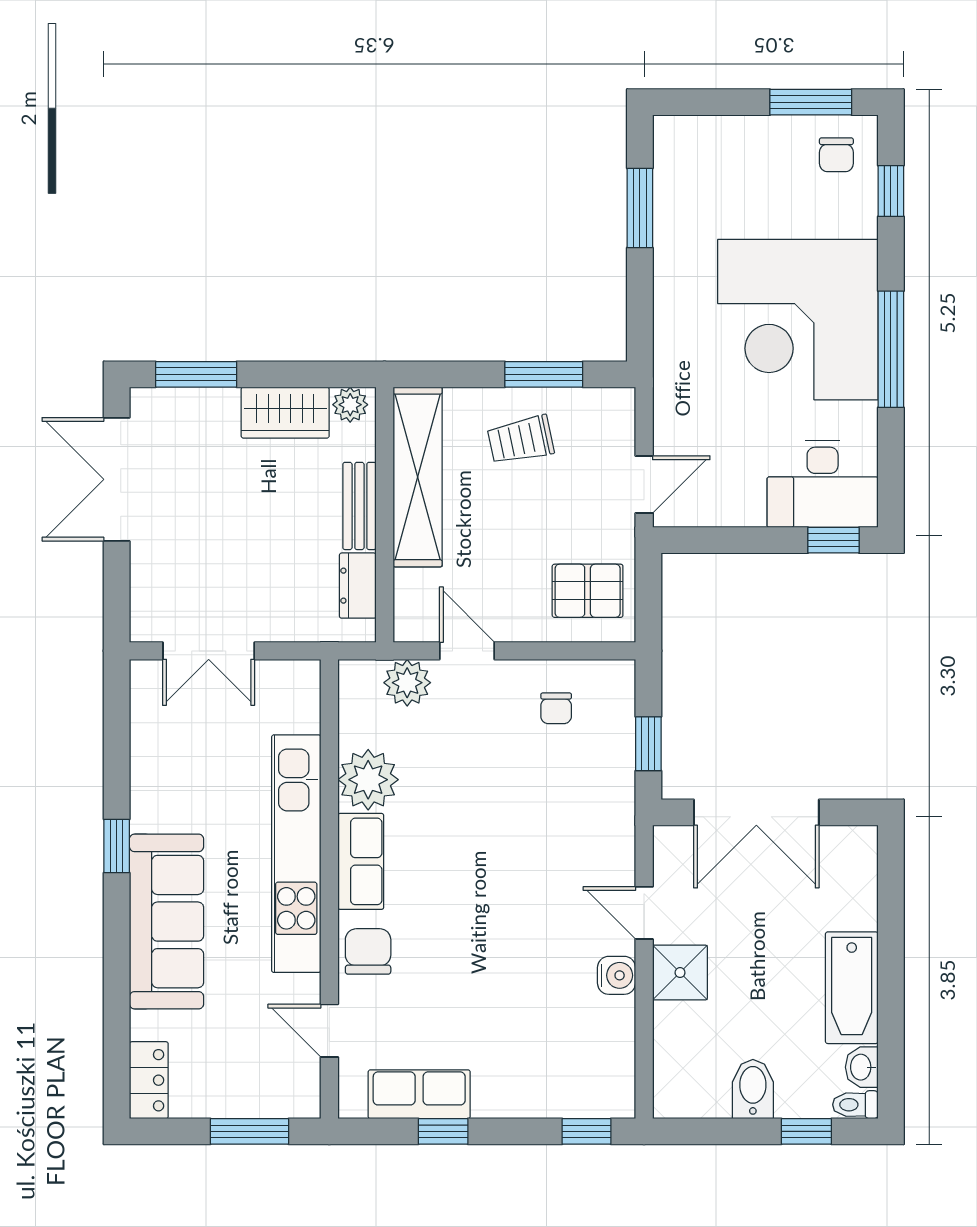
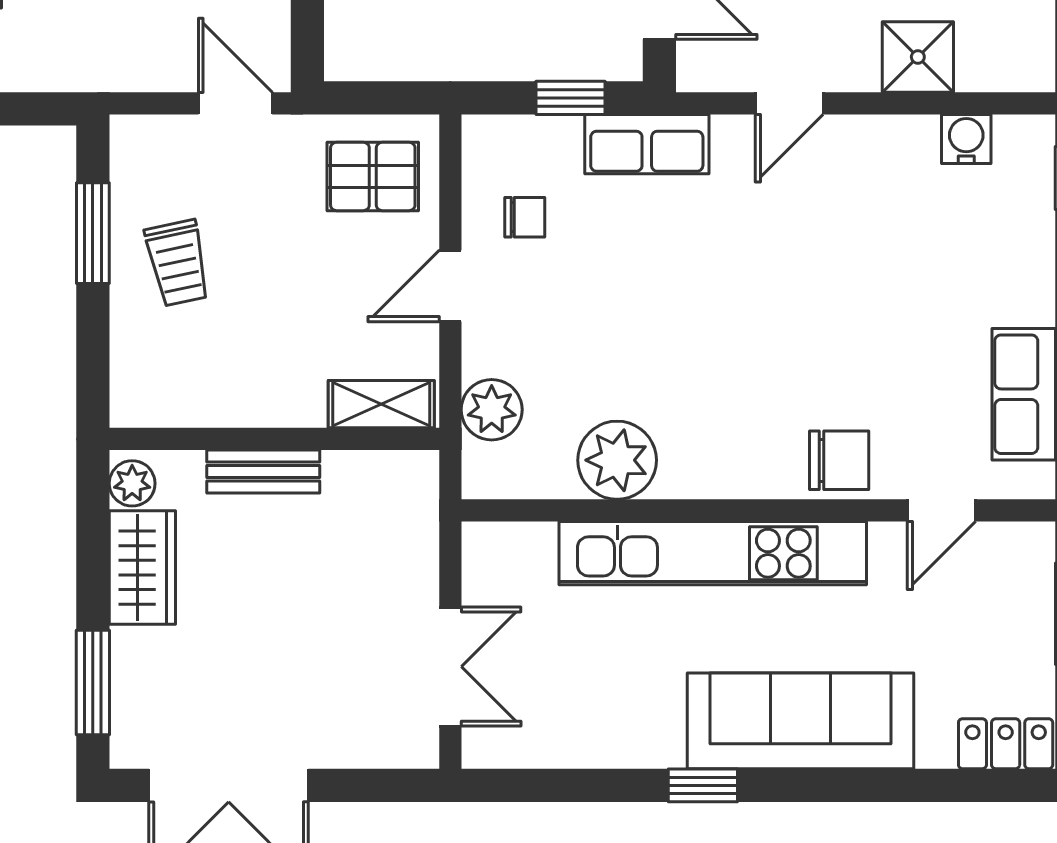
shelving: (418, 477) -> (381, 404), moved, width x0.45, depth x0.75
dresser: (358, 586) -> (366, 474), removed
pallet: (588, 591) -> (373, 176), turned 90
door: (467, 651) -> (450, 286), moved
row of seats: (361, 861) -> (647, 144), moved, turned 180
chair: (368, 951) -> (839, 460), turned 180
shower: (680, 973) -> (918, 57), moved
water cooler: (617, 975) -> (966, 139), moved

